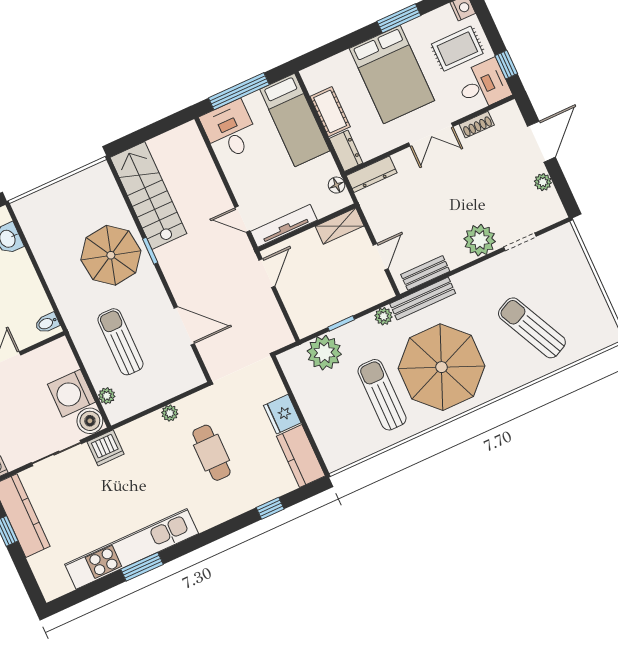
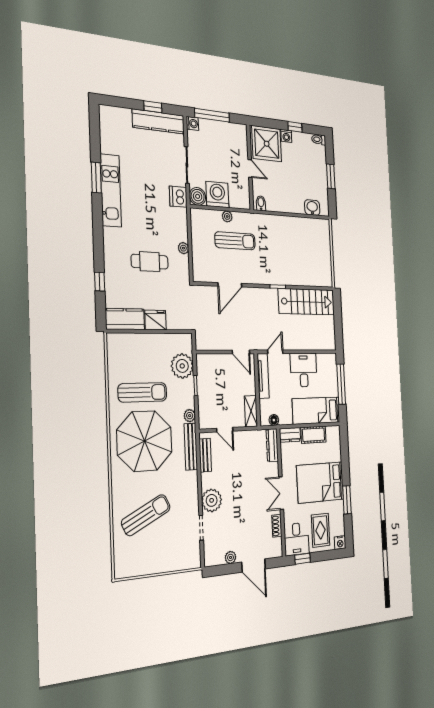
desk: (230, 130) -> (304, 370), moved, turned -90
parasol: (111, 255) -> (283, 262), removed
plant: (107, 396) -> (227, 216), moved
kitchen unit: (132, 549) -> (111, 190), width x0.73

